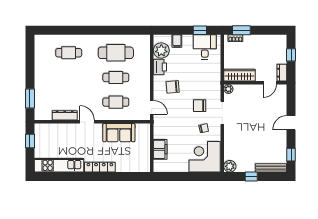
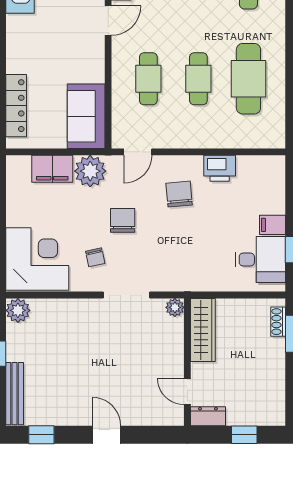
filing cabinet: (177, 41) -> (272, 225), moved
plant: (161, 51) -> (90, 171), moved
chair: (200, 106) -> (123, 220), moved
sofa: (119, 133) -> (86, 116), moved
locker: (100, 167) -> (16, 106), moved

